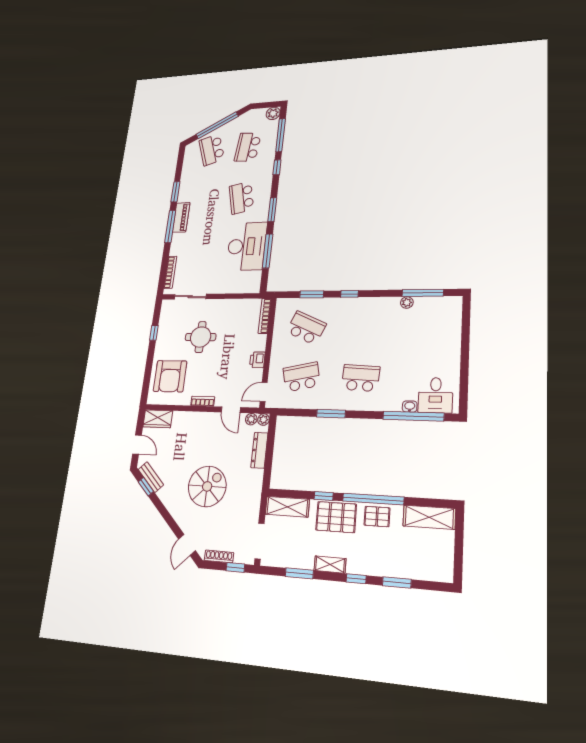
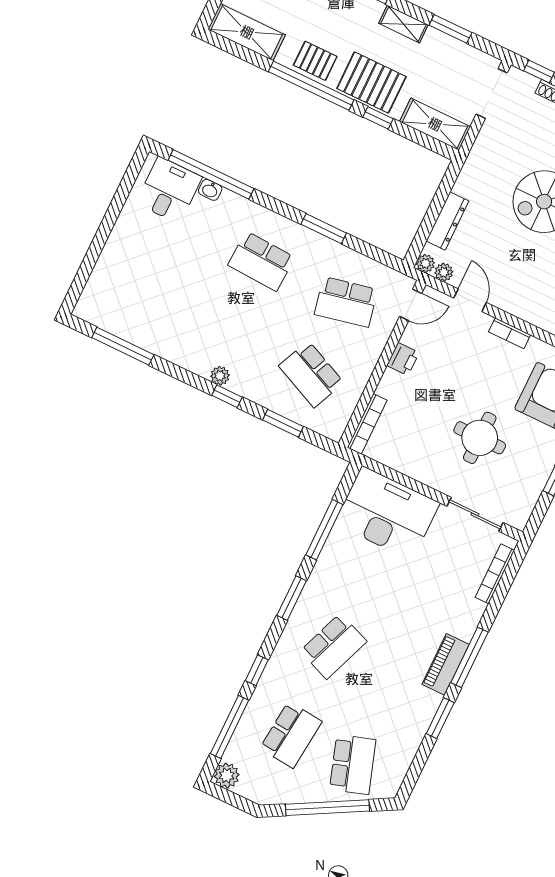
school desk: (241, 198) -> (333, 646), turned 33
desk: (247, 246) -> (387, 513), moved, turned 90
plant: (407, 303) -> (220, 376), moved

